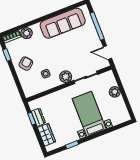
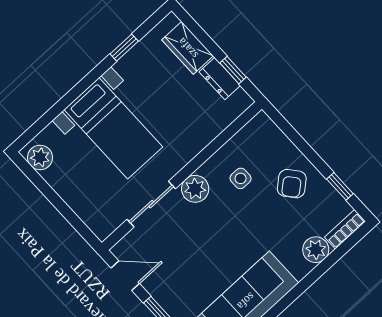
plant: (115, 92) -> (40, 157), moved

